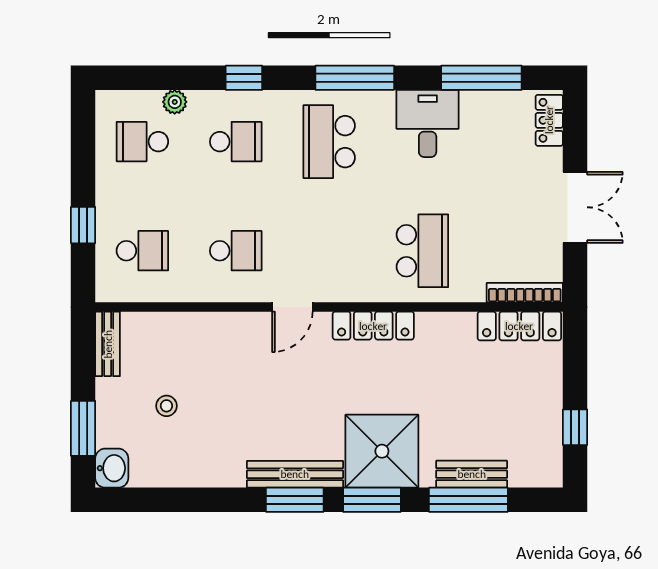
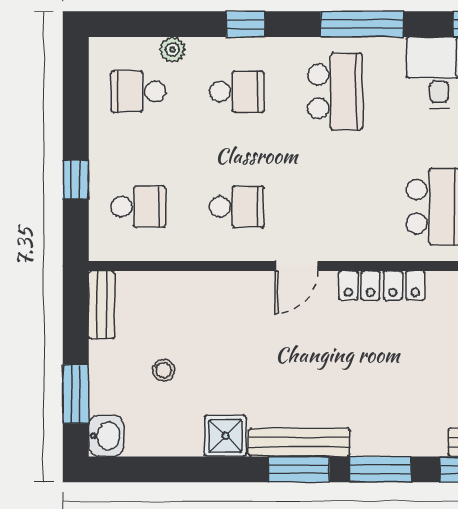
school desk: (329, 142) -> (335, 92), turned 180
shower: (382, 451) -> (225, 436), moved, width x0.54, depth x0.54

